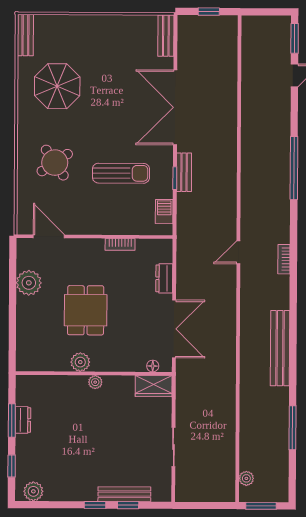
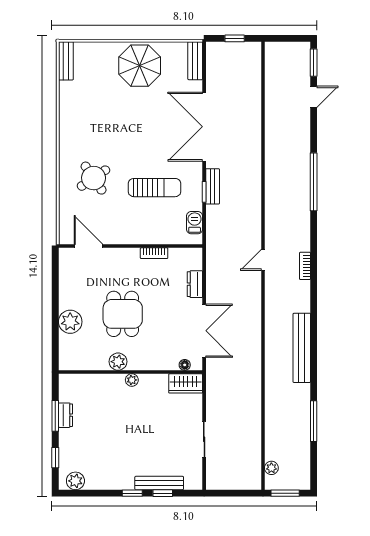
parasol: (57, 86) -> (140, 66), moved
plant: (29, 283) -> (70, 322), moved

